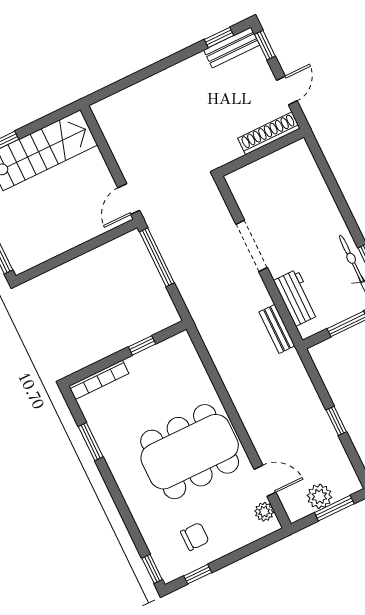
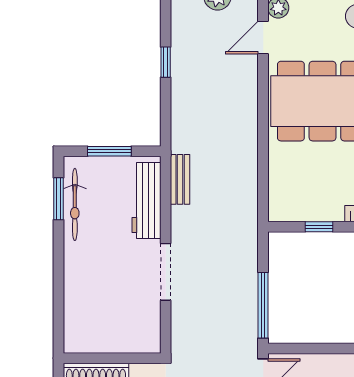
workbench: (296, 298) -> (146, 201), width x1.38
door: (265, 481) -> (263, 37), hinge flipped

